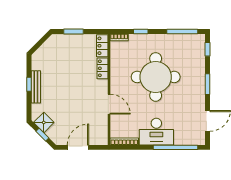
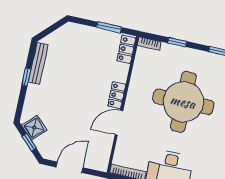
window: (74, 31) -> (109, 27), moved
locker: (103, 68) -> (117, 95), moved
bench: (36, 87) -> (38, 64), moved
door: (109, 104) -> (119, 123), swing flipped

